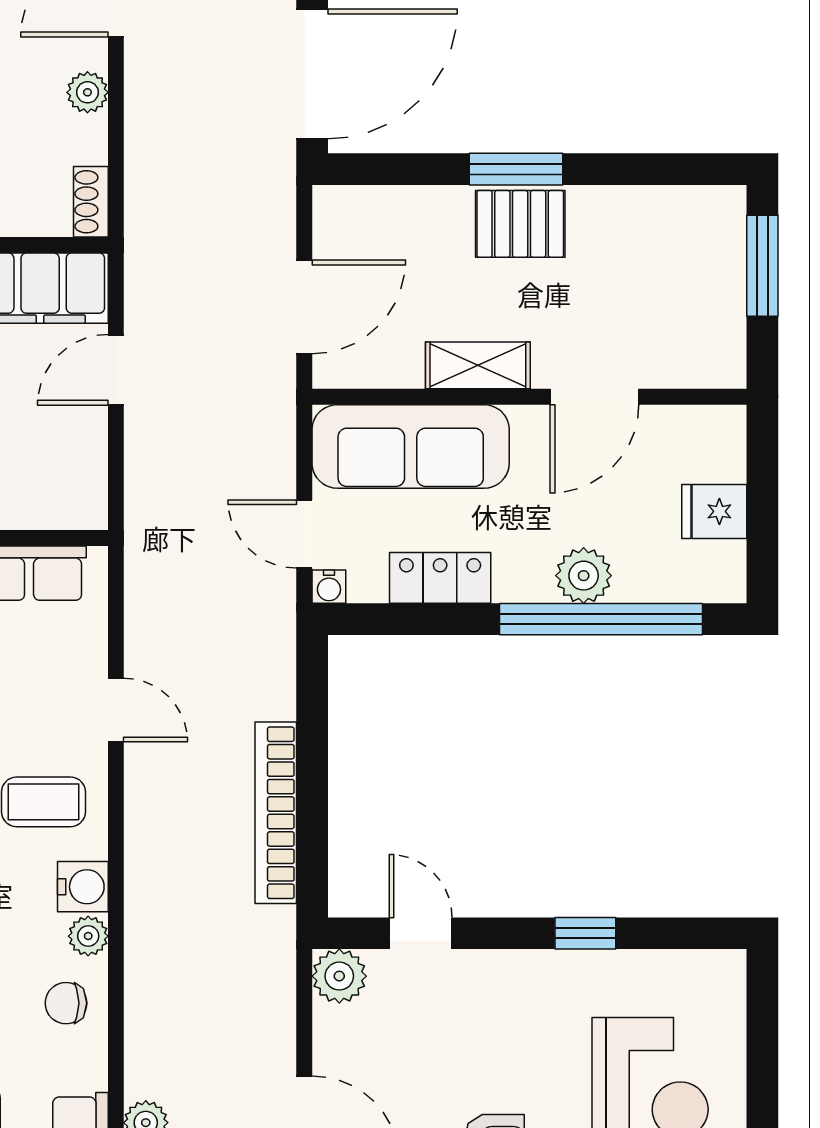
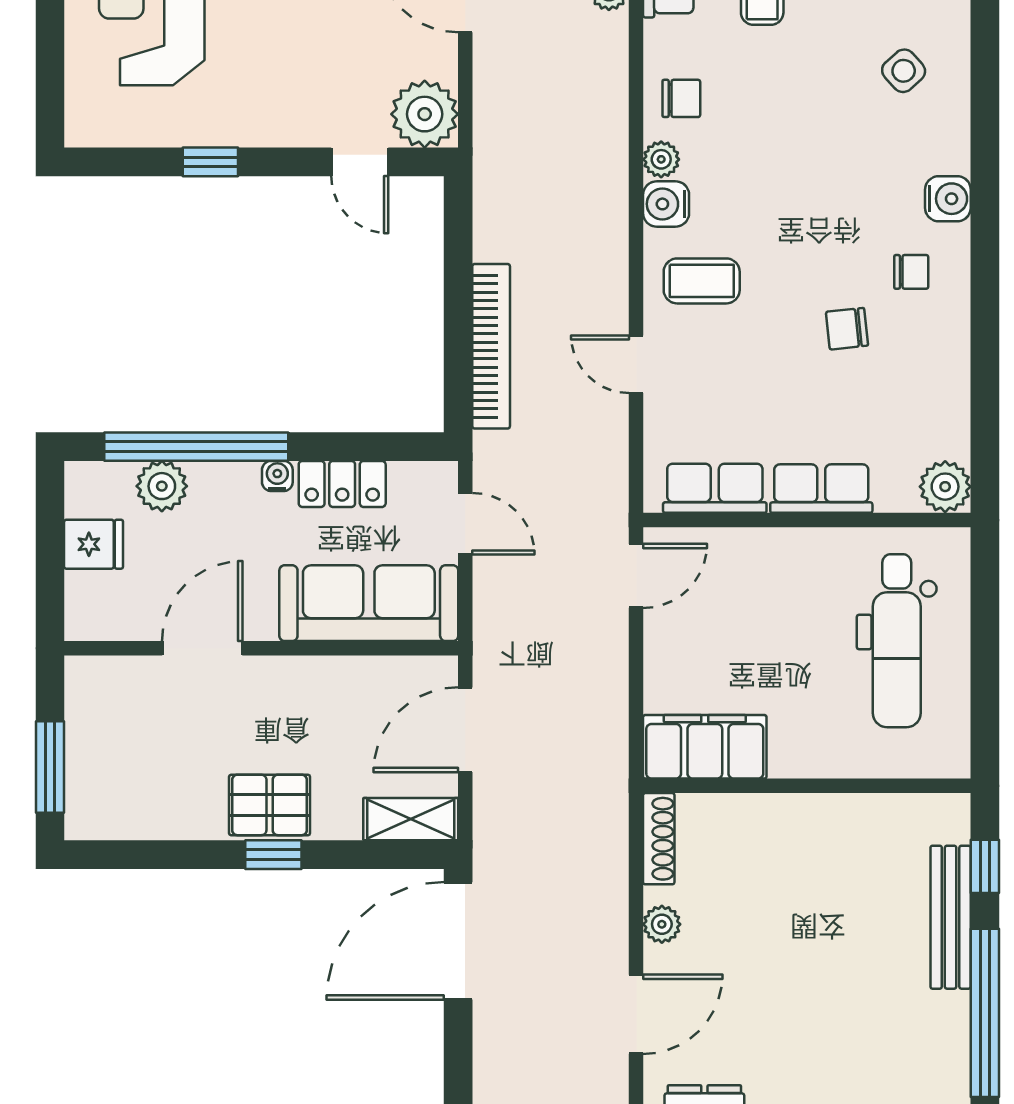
window: (516, 169) -> (273, 855), width x0.67
shoe rack: (91, 202) -> (659, 839), width x1.43
shelving: (478, 365) -> (411, 819), moved
door: (116, 370) -> (636, 576), moved
plant: (584, 576) -> (162, 486), moved
water cooler: (329, 587) -> (277, 476), moved
bookcase: (276, 813) -> (491, 346), moved
plant: (339, 976) -> (425, 114), width x1.36, depth x1.36

